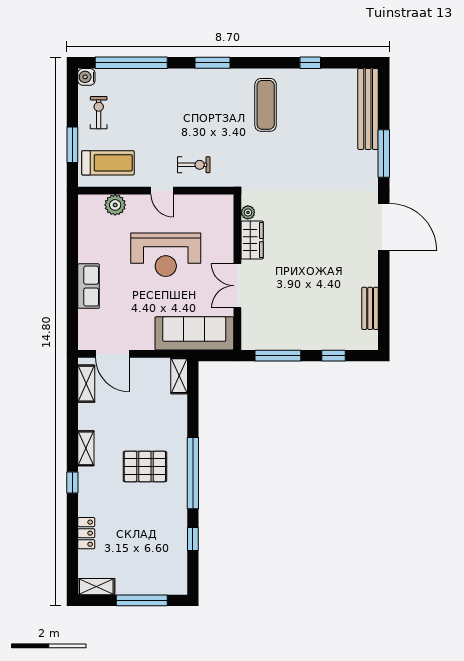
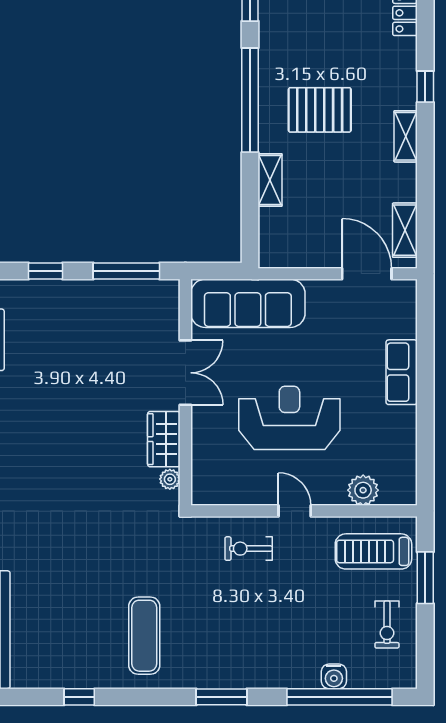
water cooler: (86, 77) -> (334, 676), moved, turned 90
shelving: (179, 376) -> (270, 180), moved

